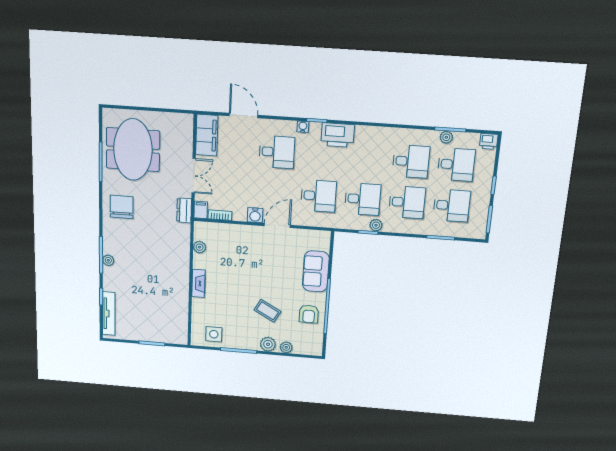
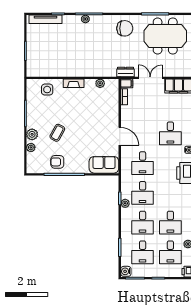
double door: (194, 176) -> (150, 78), swing flipped
water cooler: (255, 215) -> (126, 271), moved
sofa: (316, 271) -> (104, 165), moved
side table: (214, 334) -> (47, 90), moved

